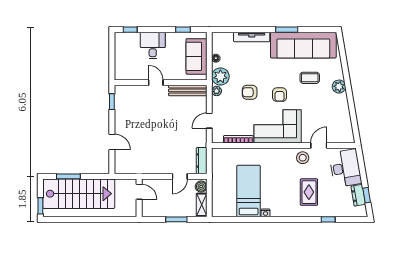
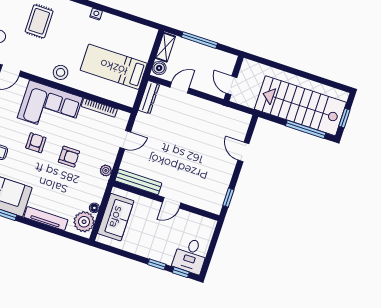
window: (183, 30) -> (157, 264), moved
desk: (153, 46) -> (190, 256), moved
plant: (220, 76) -> (84, 222), moved
door: (156, 83) -> (172, 203), hinge flipped
stool: (303, 158) -> (61, 72), moved
window: (68, 176) -> (306, 129), width x1.44
bed: (249, 191) -> (114, 67), moved, turned 90
window: (40, 206) -> (344, 118), moved
window: (176, 219) -> (199, 40), width x1.44

